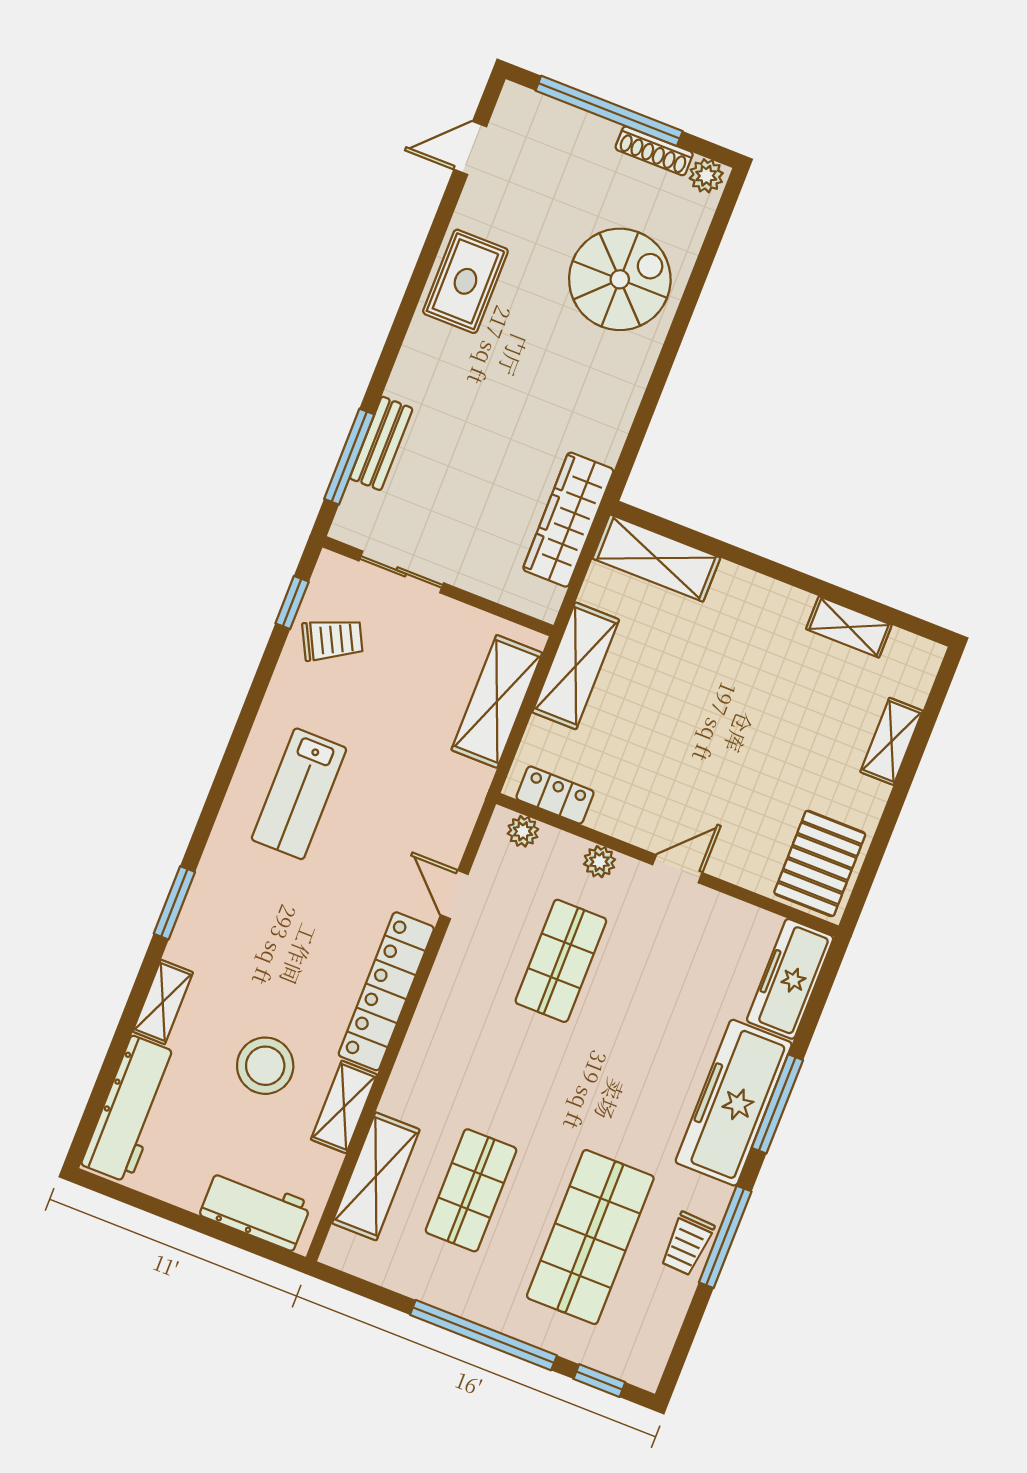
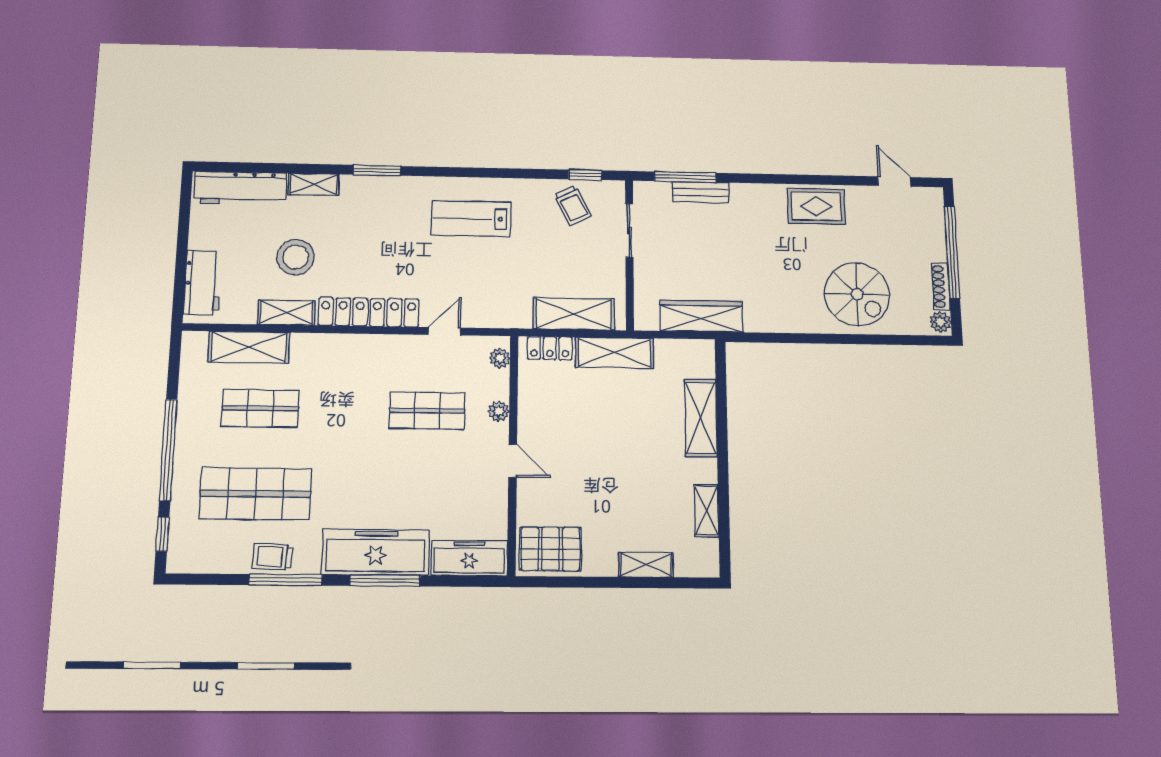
shelving: (656, 558) -> (701, 418), moved
locker: (555, 795) -> (550, 348), moved, turned 90

